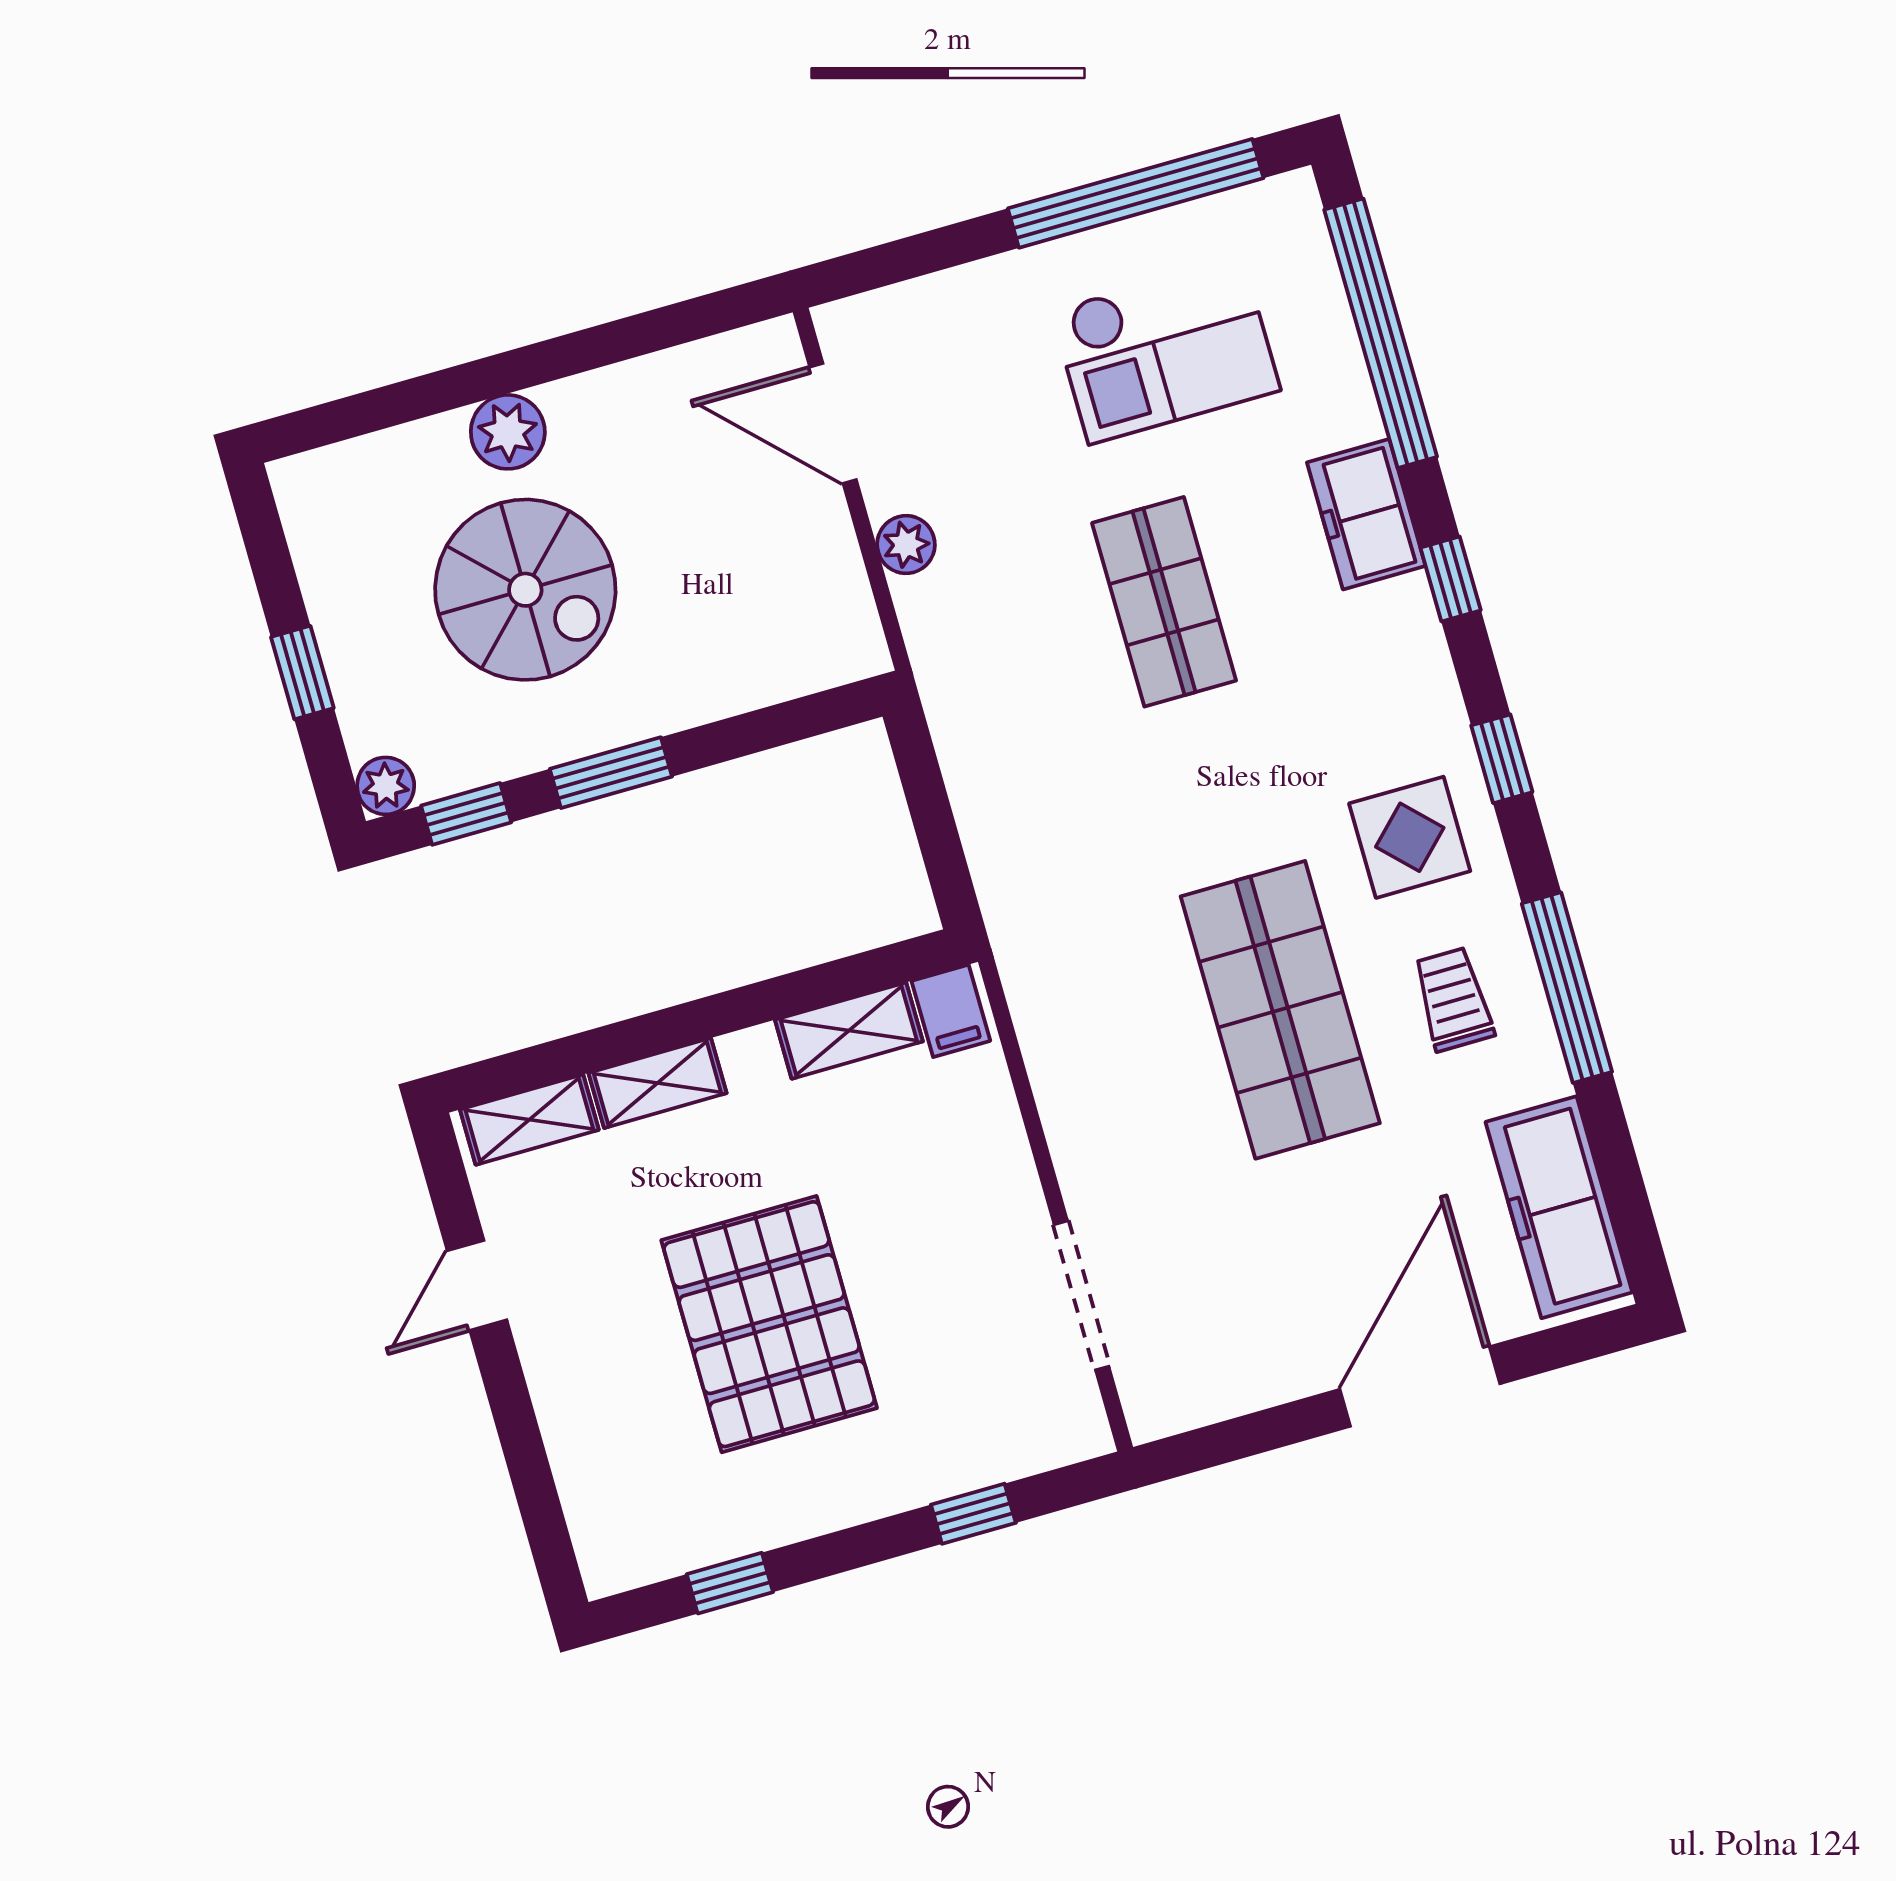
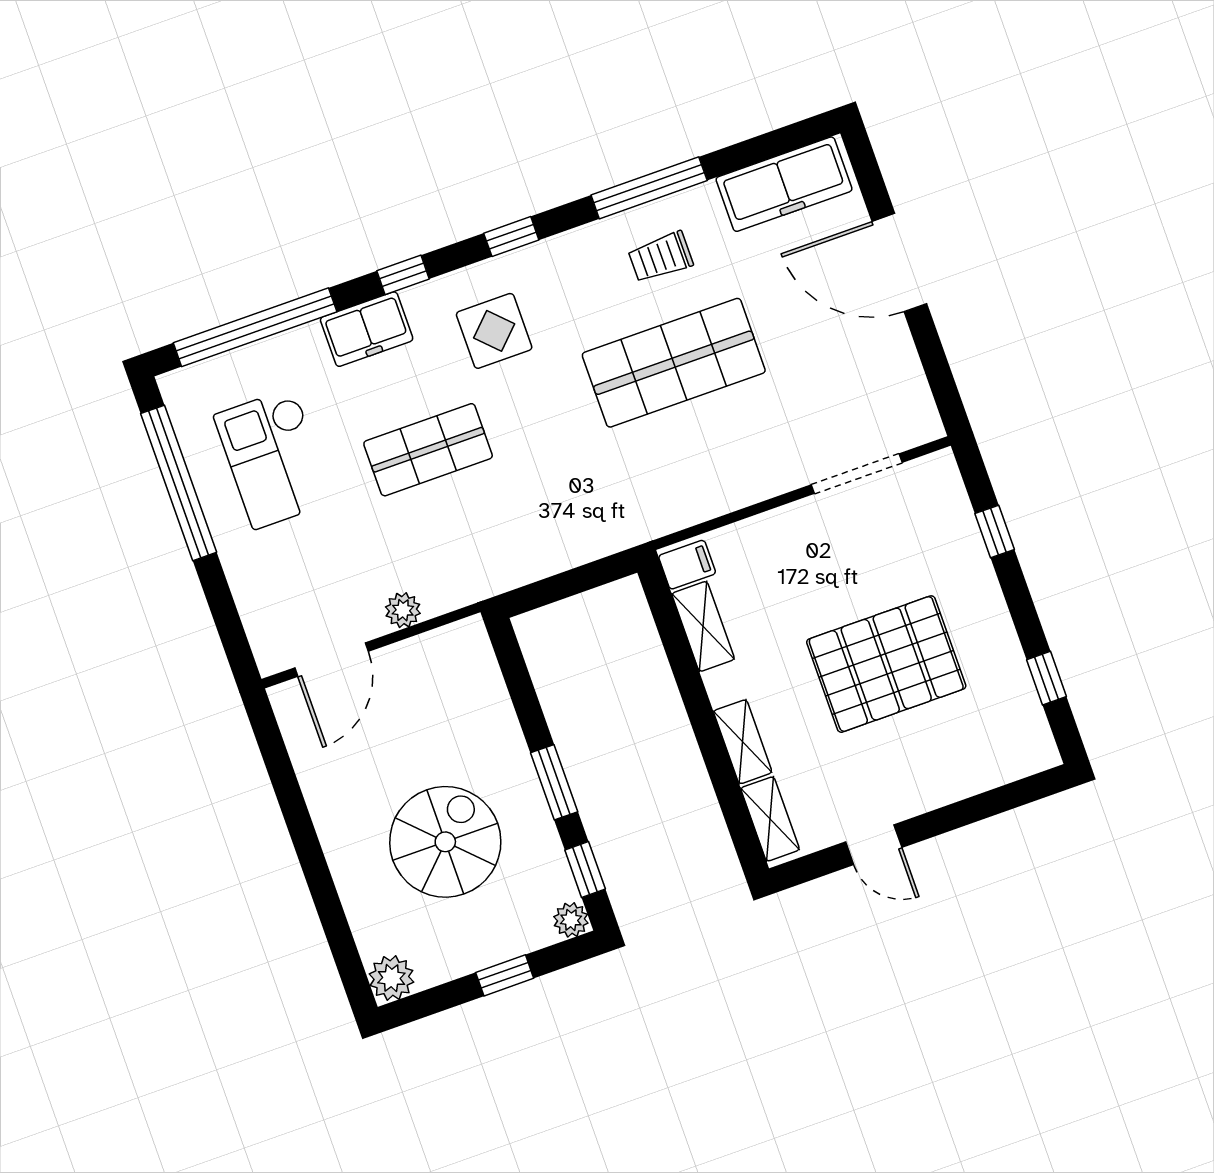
checkout: (1166, 350) -> (274, 458), turned 180
plant: (508, 432) -> (391, 978), moved
display table: (1410, 837) -> (494, 331), moved

